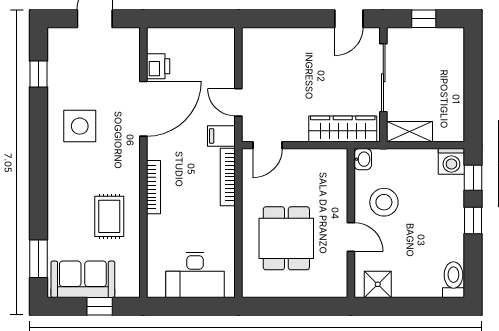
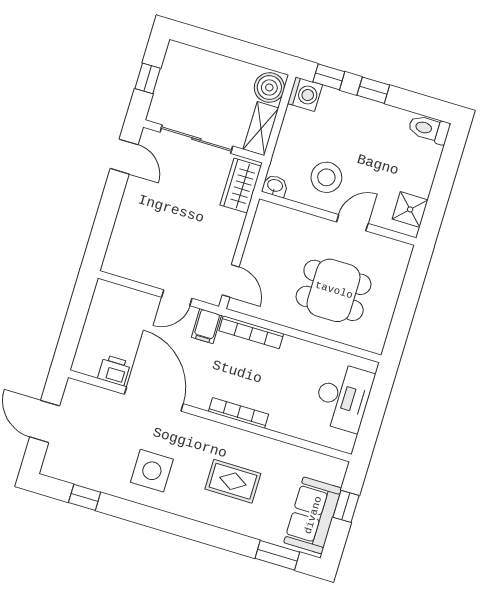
boiler: (448, 128) -> (269, 88), added
wardrobe: (343, 129) -> (241, 186), width x0.67
rug: (109, 216) -> (233, 481), moved

